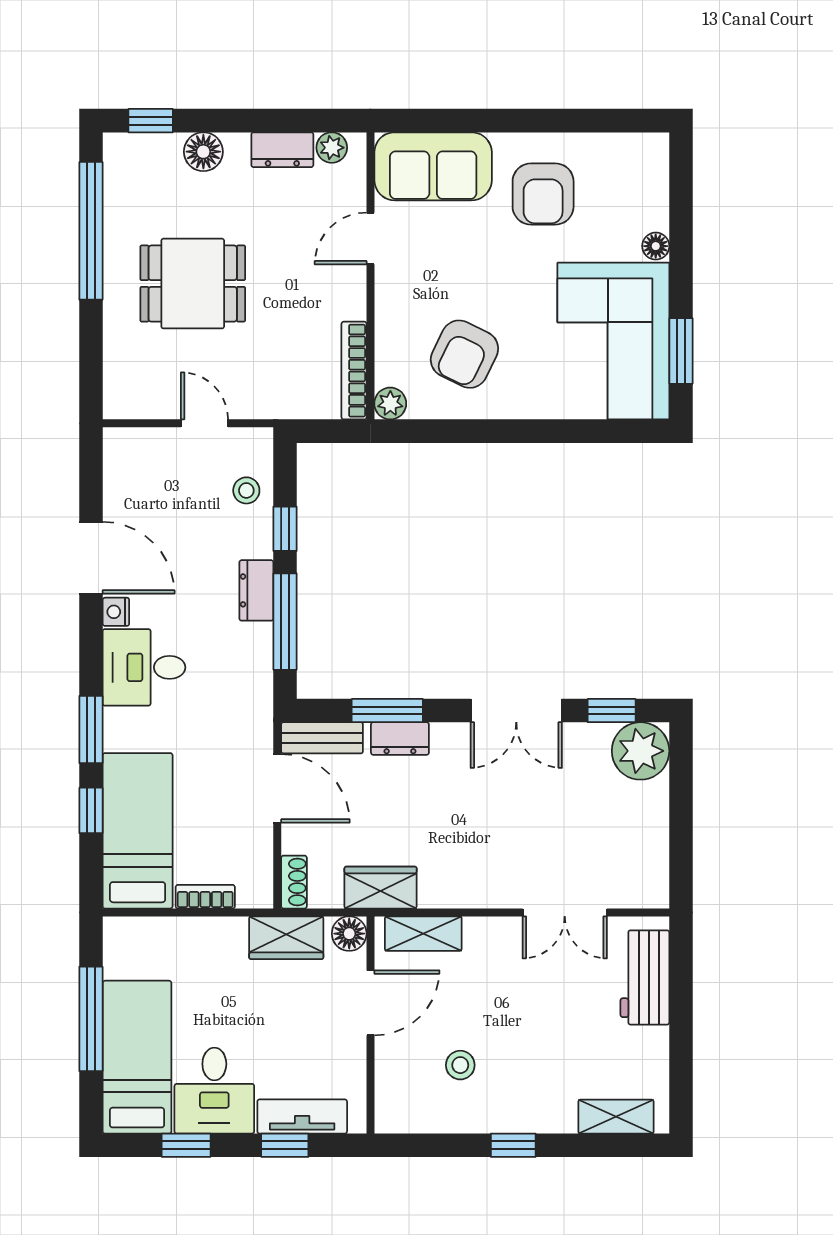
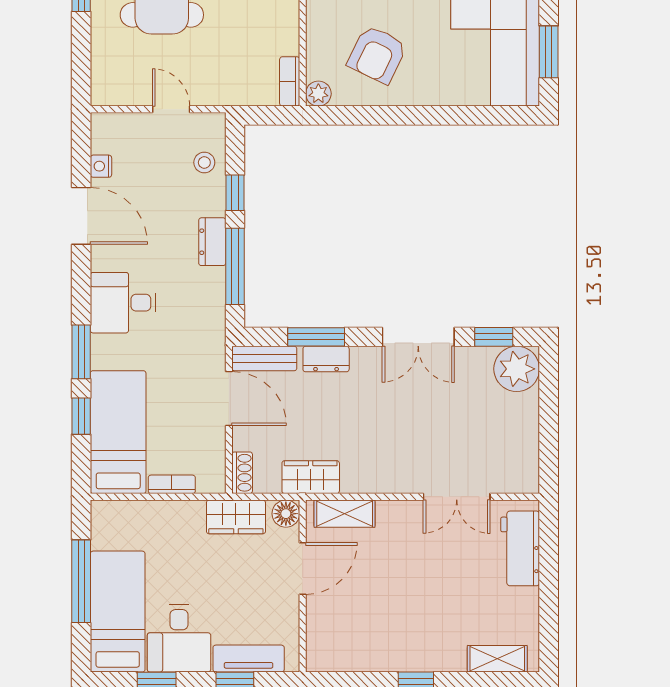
bookcase: (354, 371) -> (290, 81), width x0.64
nightstand: (116, 612) -> (101, 166), moved
stool: (460, 1065) -> (374, 618), removed

